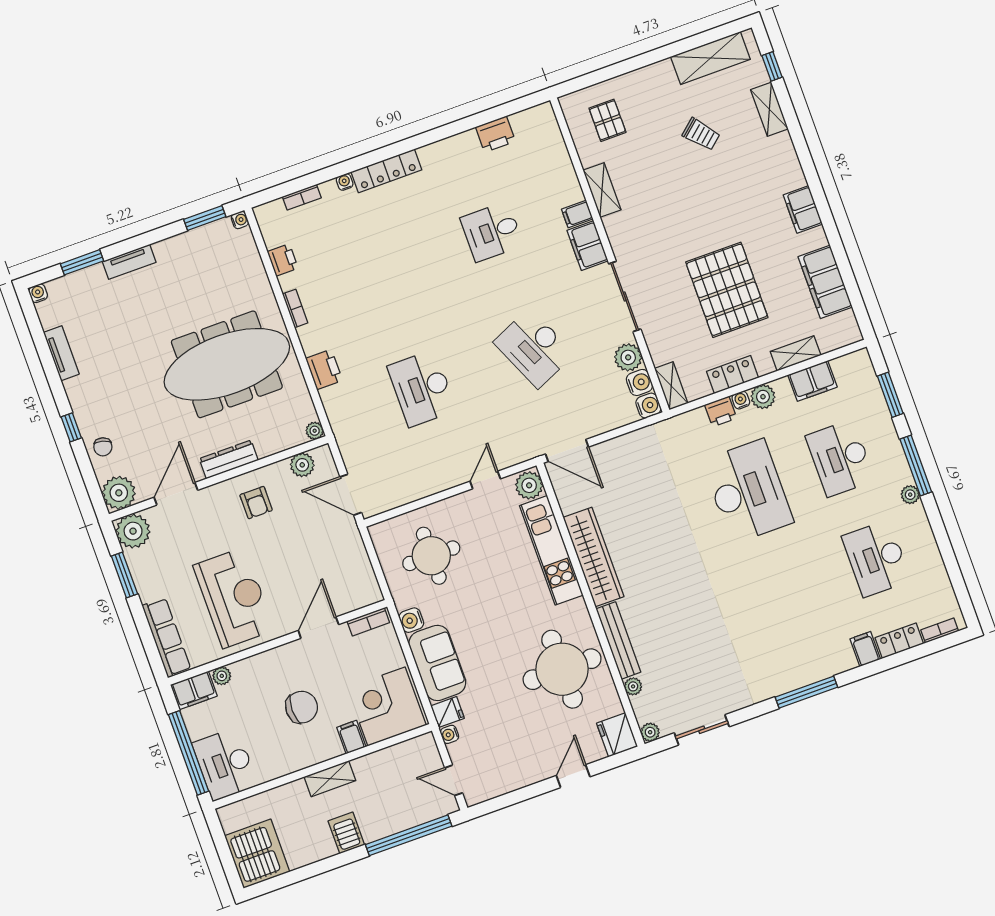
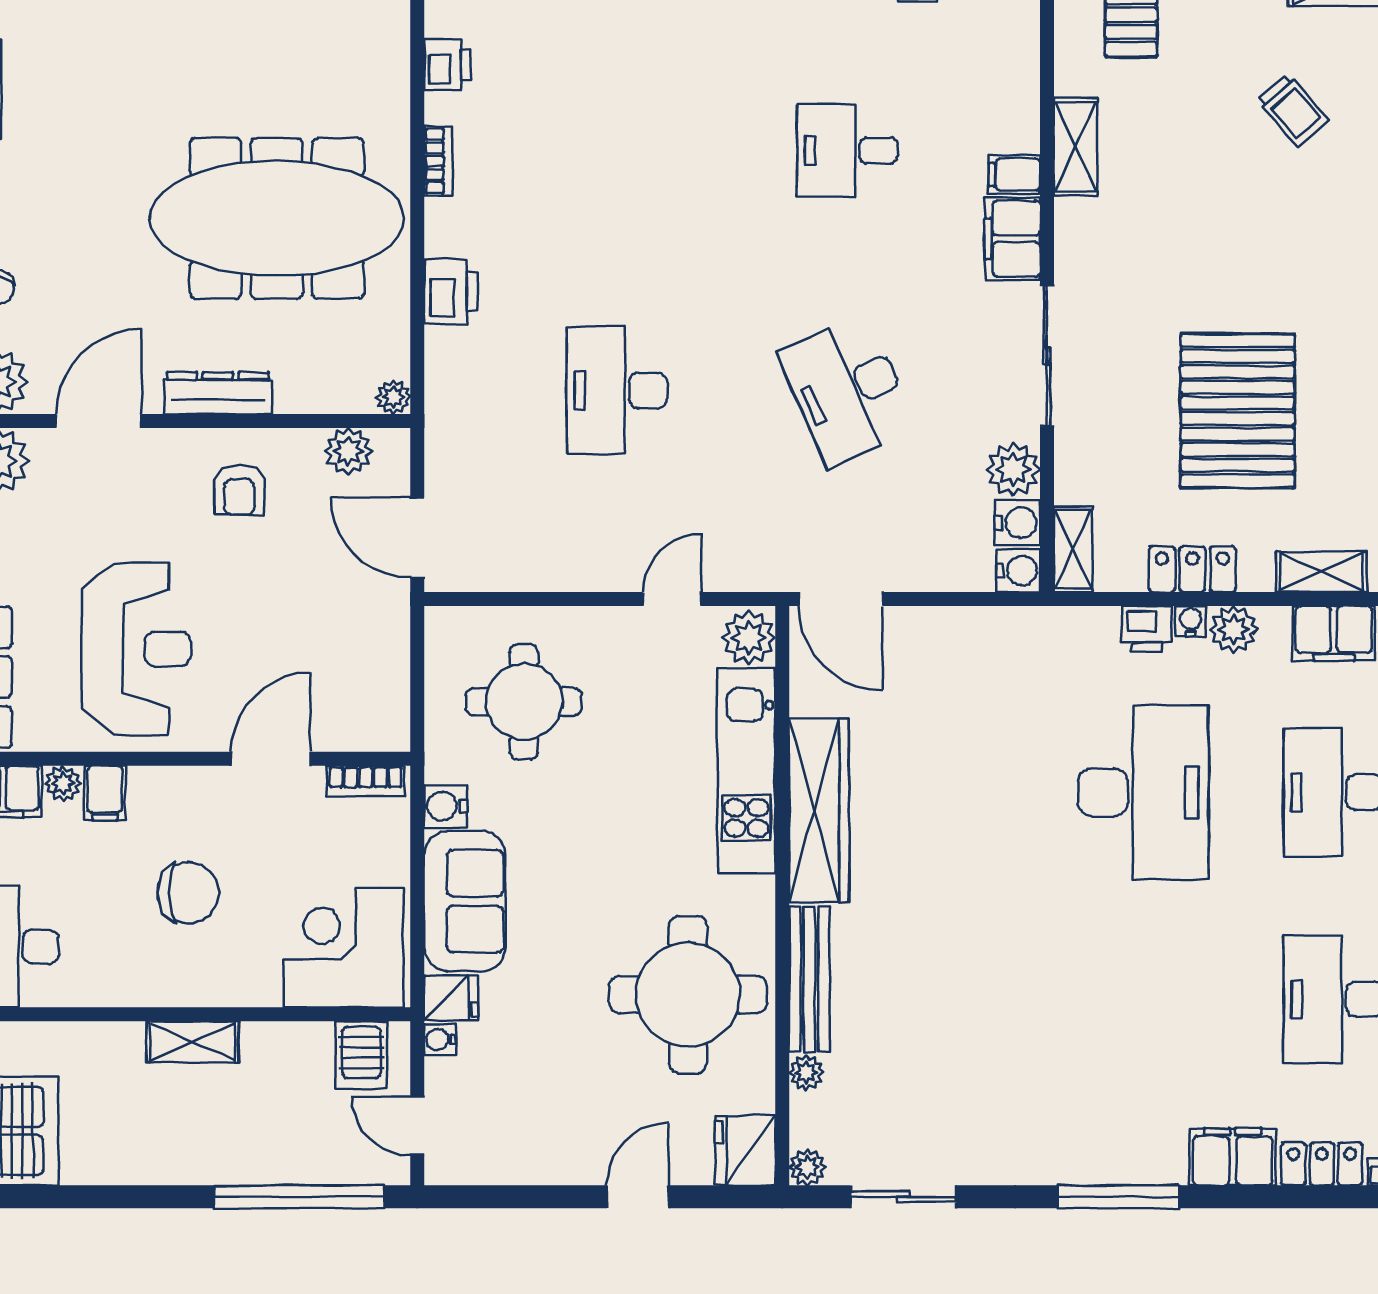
filing cabinet: (865, 649) -> (1233, 1157), width x2.00
filing cabinet: (351, 737) -> (105, 793), moved, turned 180
server rack: (346, 833) -> (361, 1055), moved, turned 180

